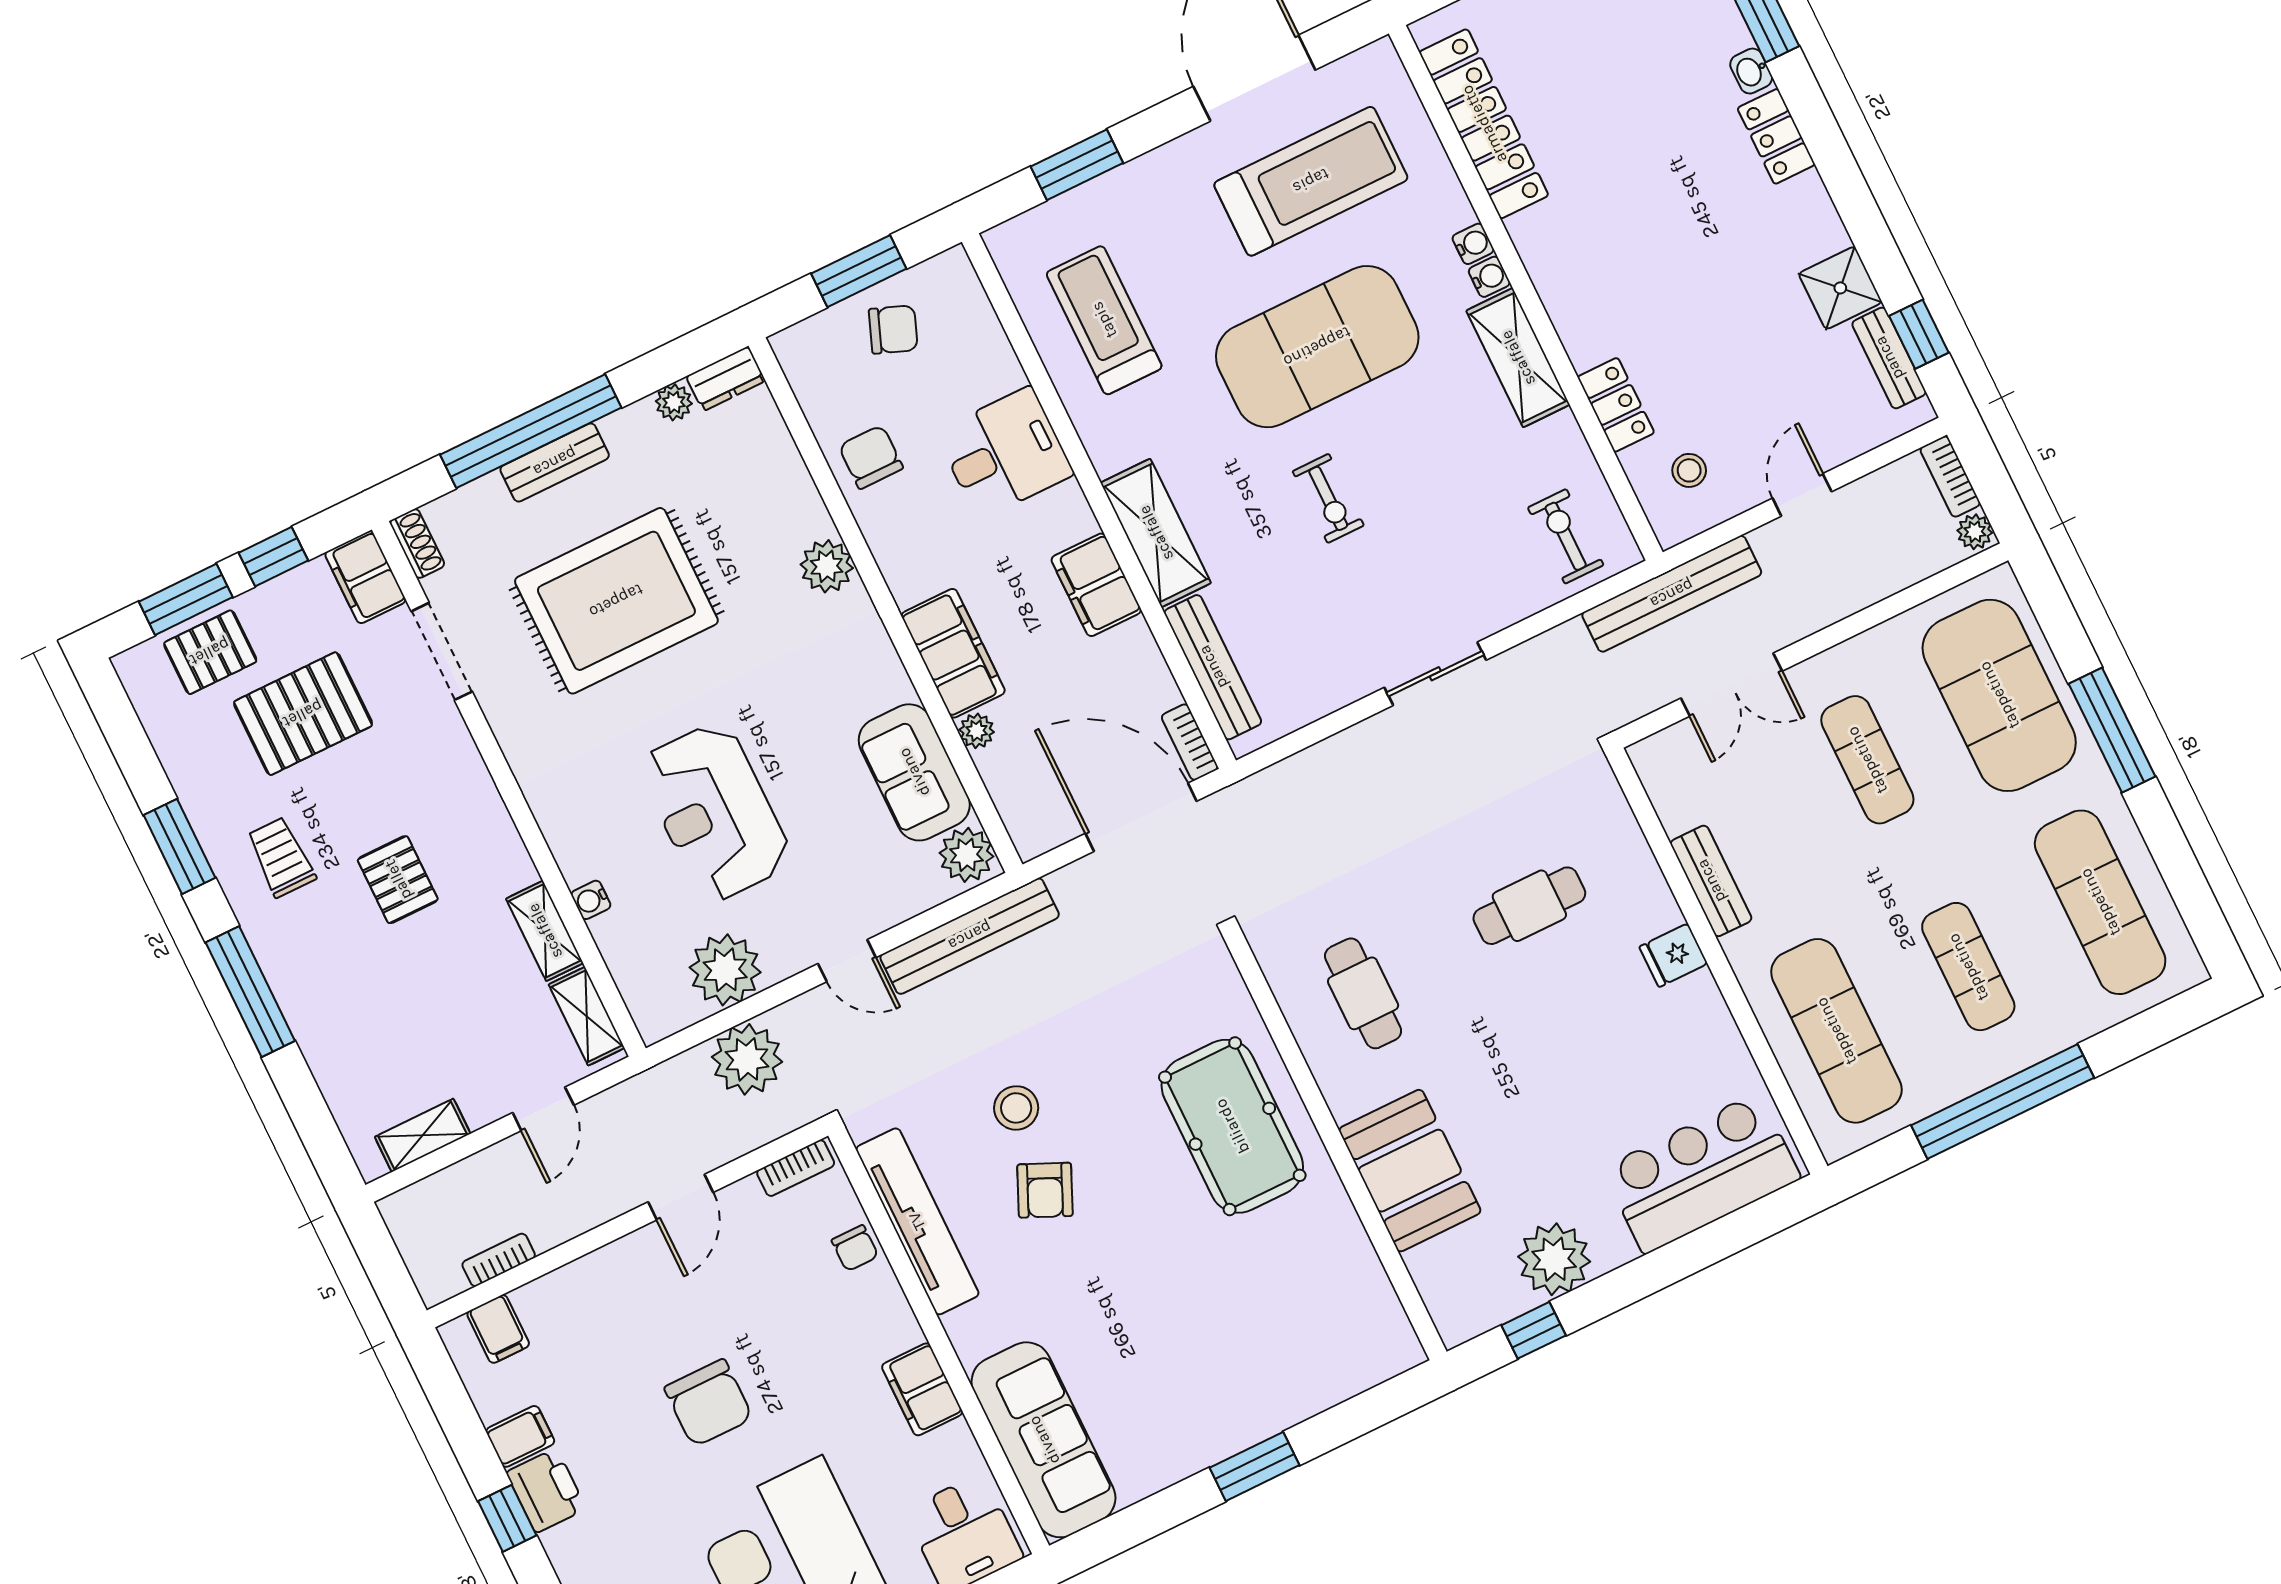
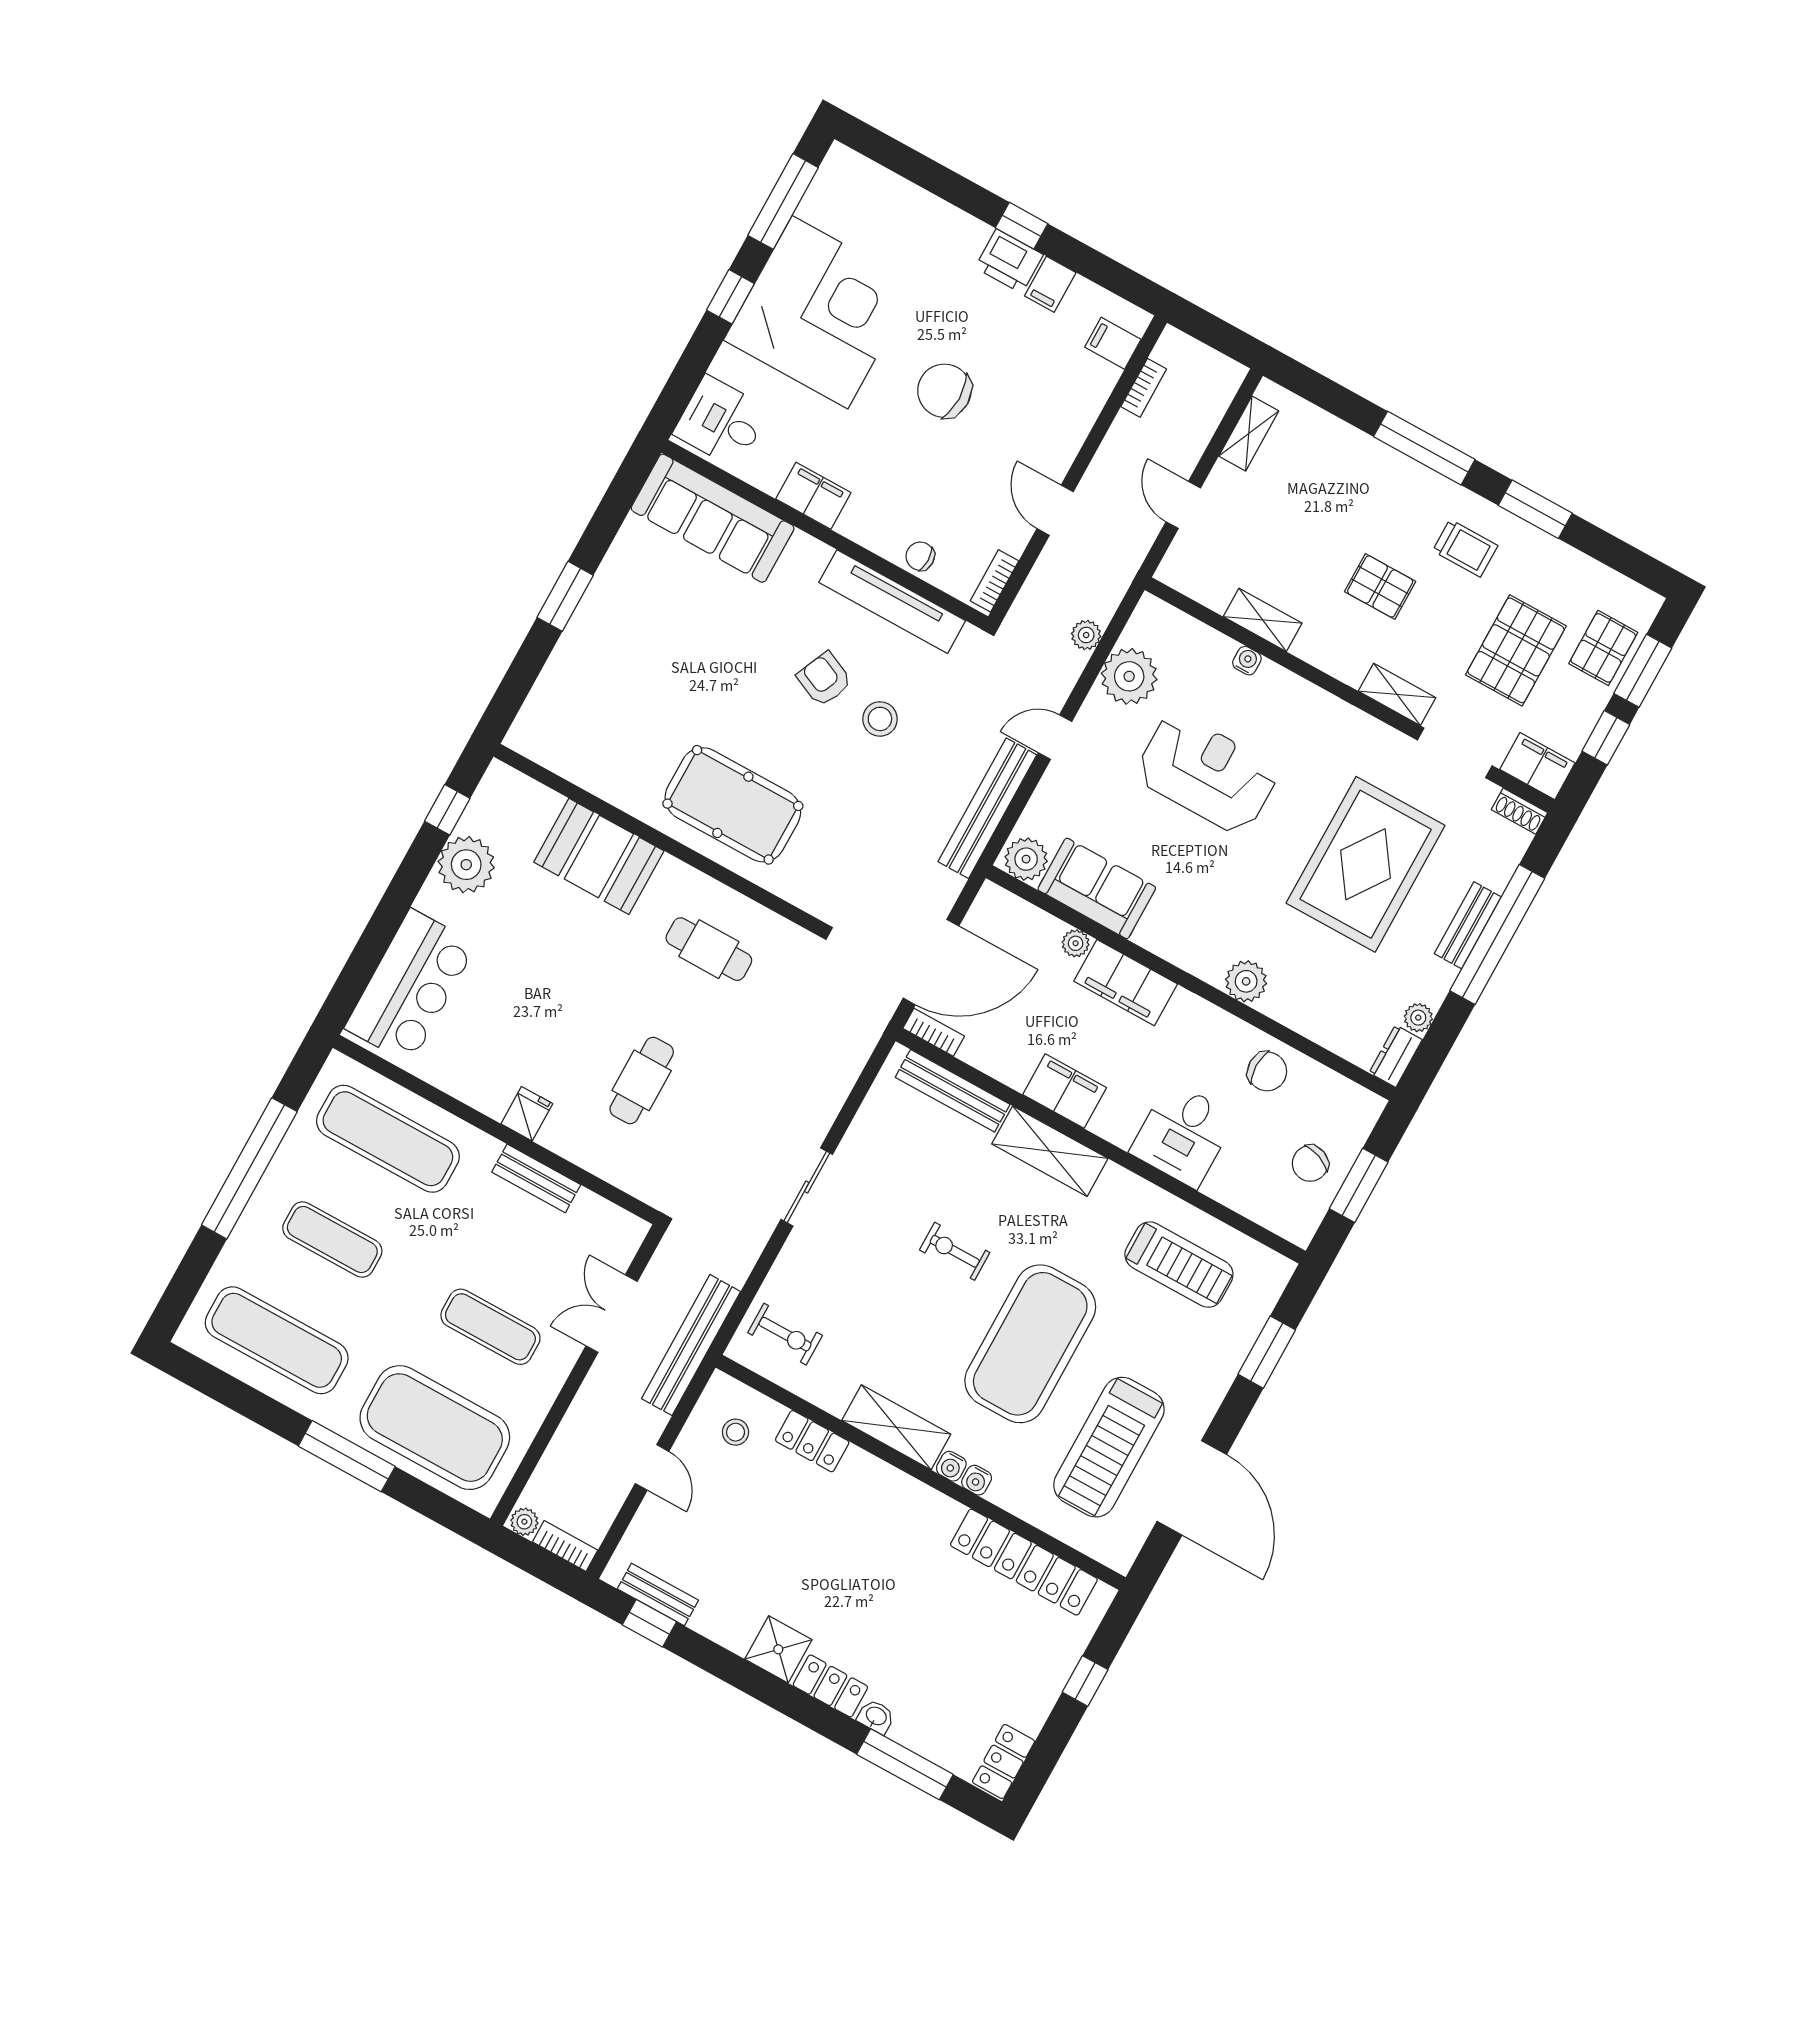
shower: (1840, 288) -> (778, 1649), moved
shelving: (587, 1016) -> (1397, 694), moved
plant: (747, 1059) -> (1086, 635), width x0.53, depth x0.53

